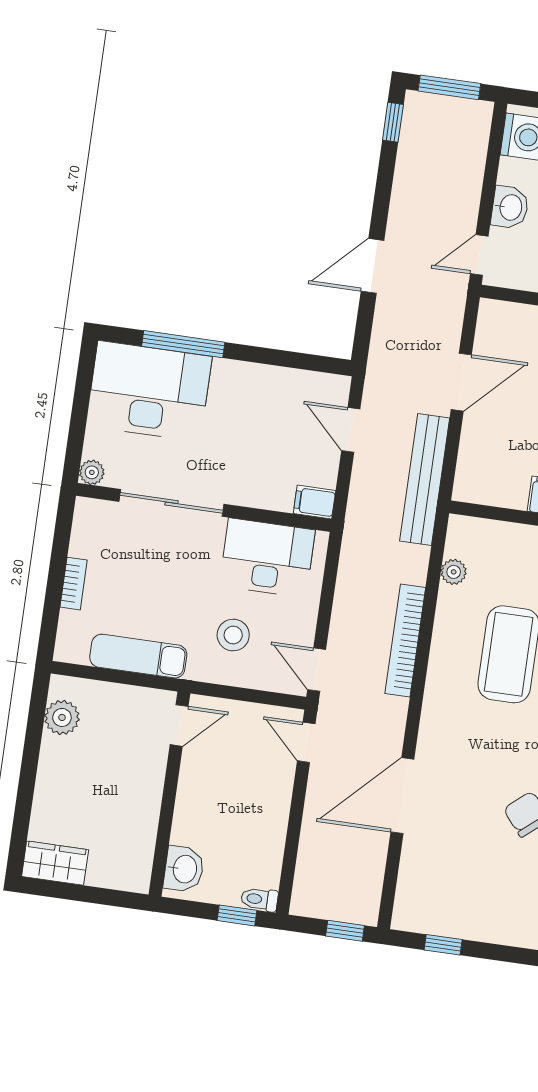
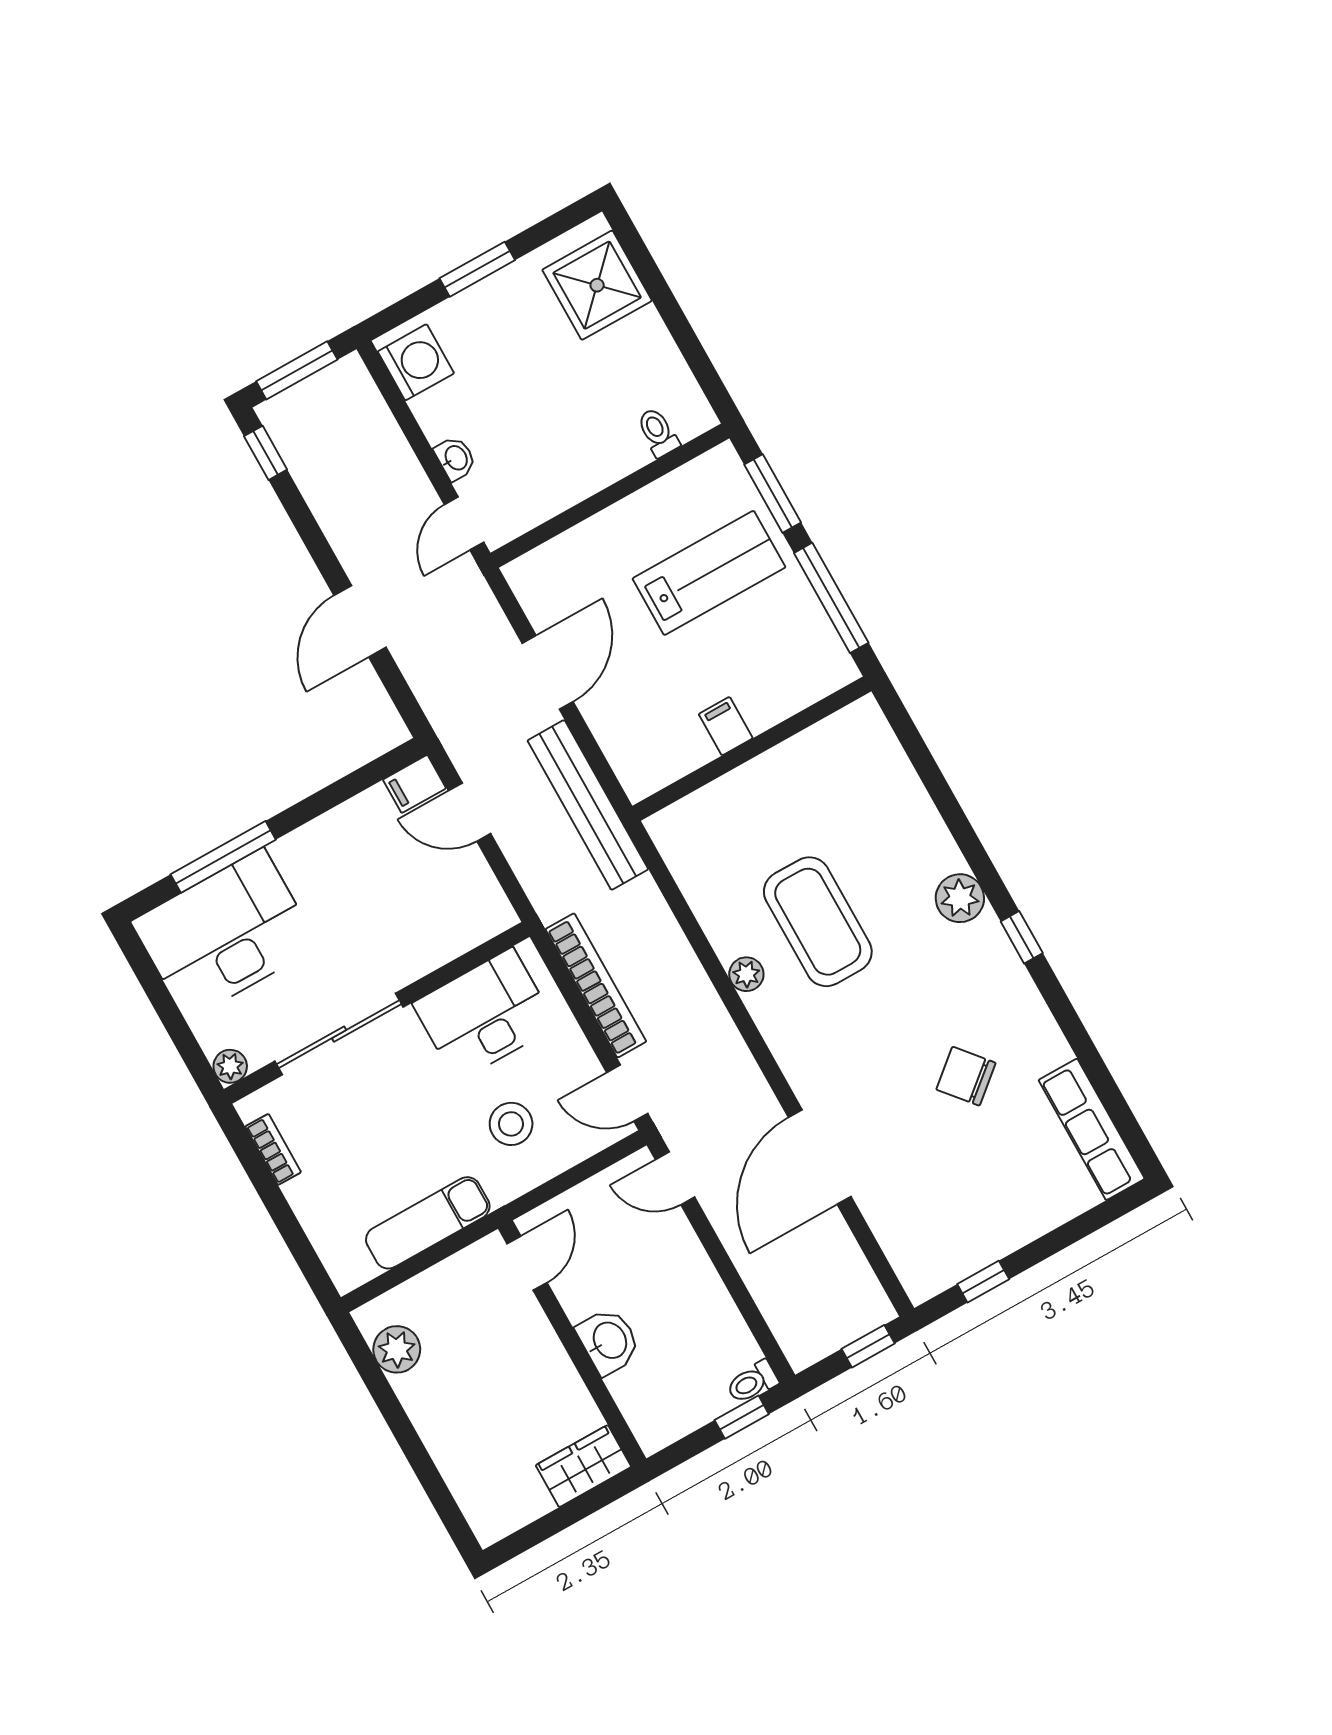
washbasin: (510, 207) -> (455, 458), width x0.72, depth x0.69
filing cabinet: (315, 502) -> (414, 784), moved
plant: (454, 572) -> (746, 974), moved
bookcase: (74, 584) -> (273, 1149), moved
bookcase: (405, 641) -> (596, 985), moved, turned 180
wardrobe: (55, 863) -> (583, 1466), moved
washbasin: (184, 869) -> (609, 1341), moved

